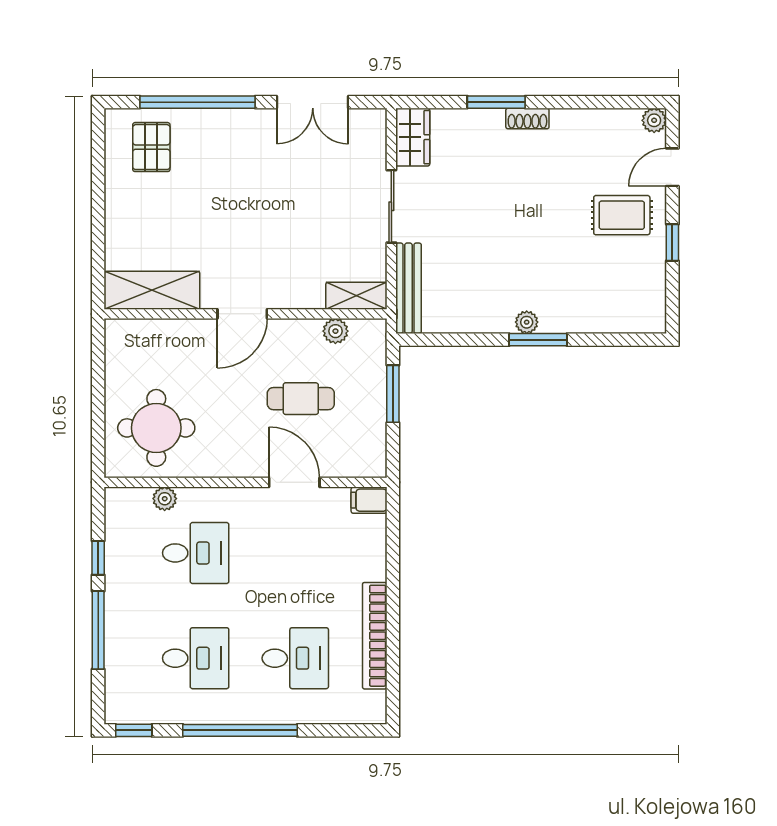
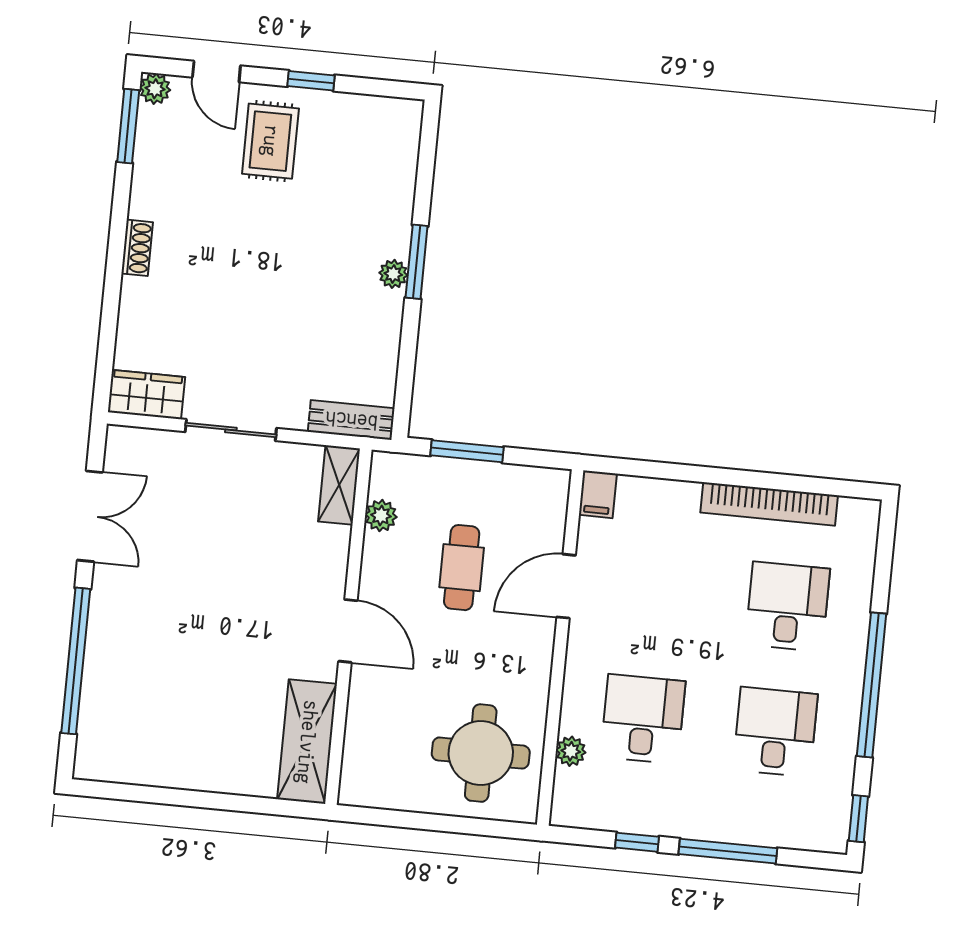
window: (496, 102) -> (128, 126), moved
pallet: (151, 147) -> (127, 725), removed
bench: (408, 288) -> (351, 420), width x0.73

